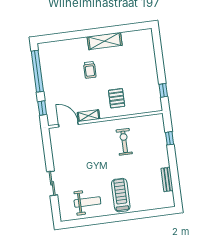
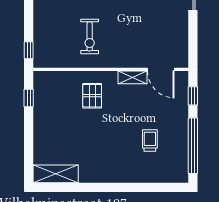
shelving: (105, 41) -> (56, 174), moved
trolley: (90, 70) -> (150, 140), moved
window: (170, 138) -> (29, 50), moved

